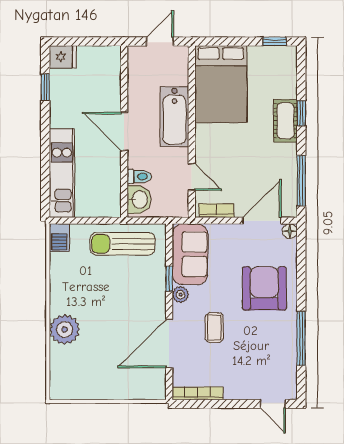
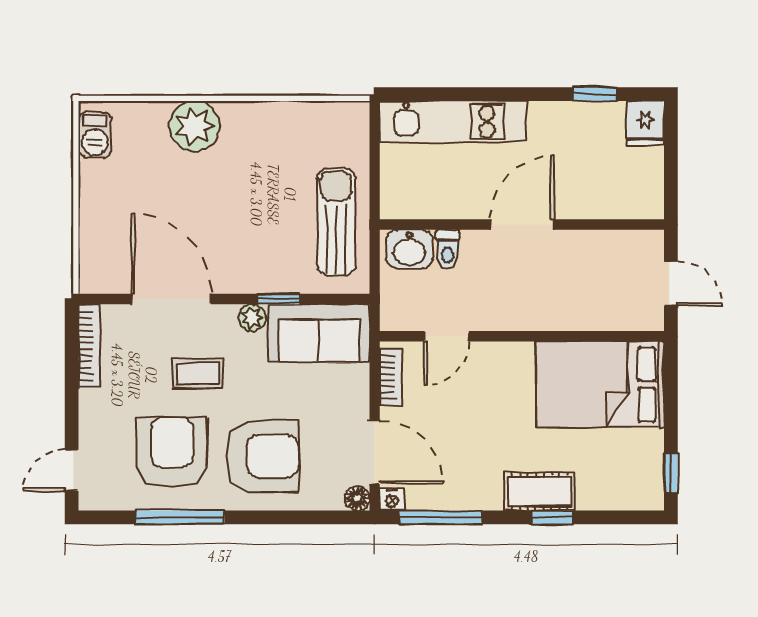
bathtub: (174, 117) -> (546, 308), removed
nightstand: (290, 210) -> (392, 499), added
barbecue: (59, 238) -> (95, 135), moved, turned -90
armchair: (262, 343) -> (172, 453), added

